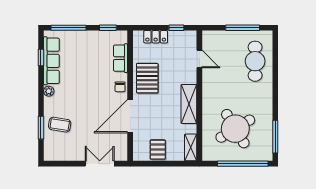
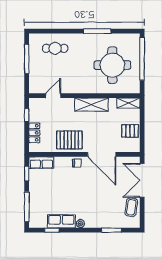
row of seats: (121, 58) -> (41, 163), moved
row of seats: (51, 61) -> (61, 221), width x0.68
cafe table: (255, 61) -> (55, 48), width x0.73, depth x0.74
coffee table: (60, 125) -> (131, 207), moved
round table: (235, 129) -> (112, 65), turned 31
window: (275, 137) -> (97, 31), moved
double door: (100, 164) -> (142, 180), width x1.37

